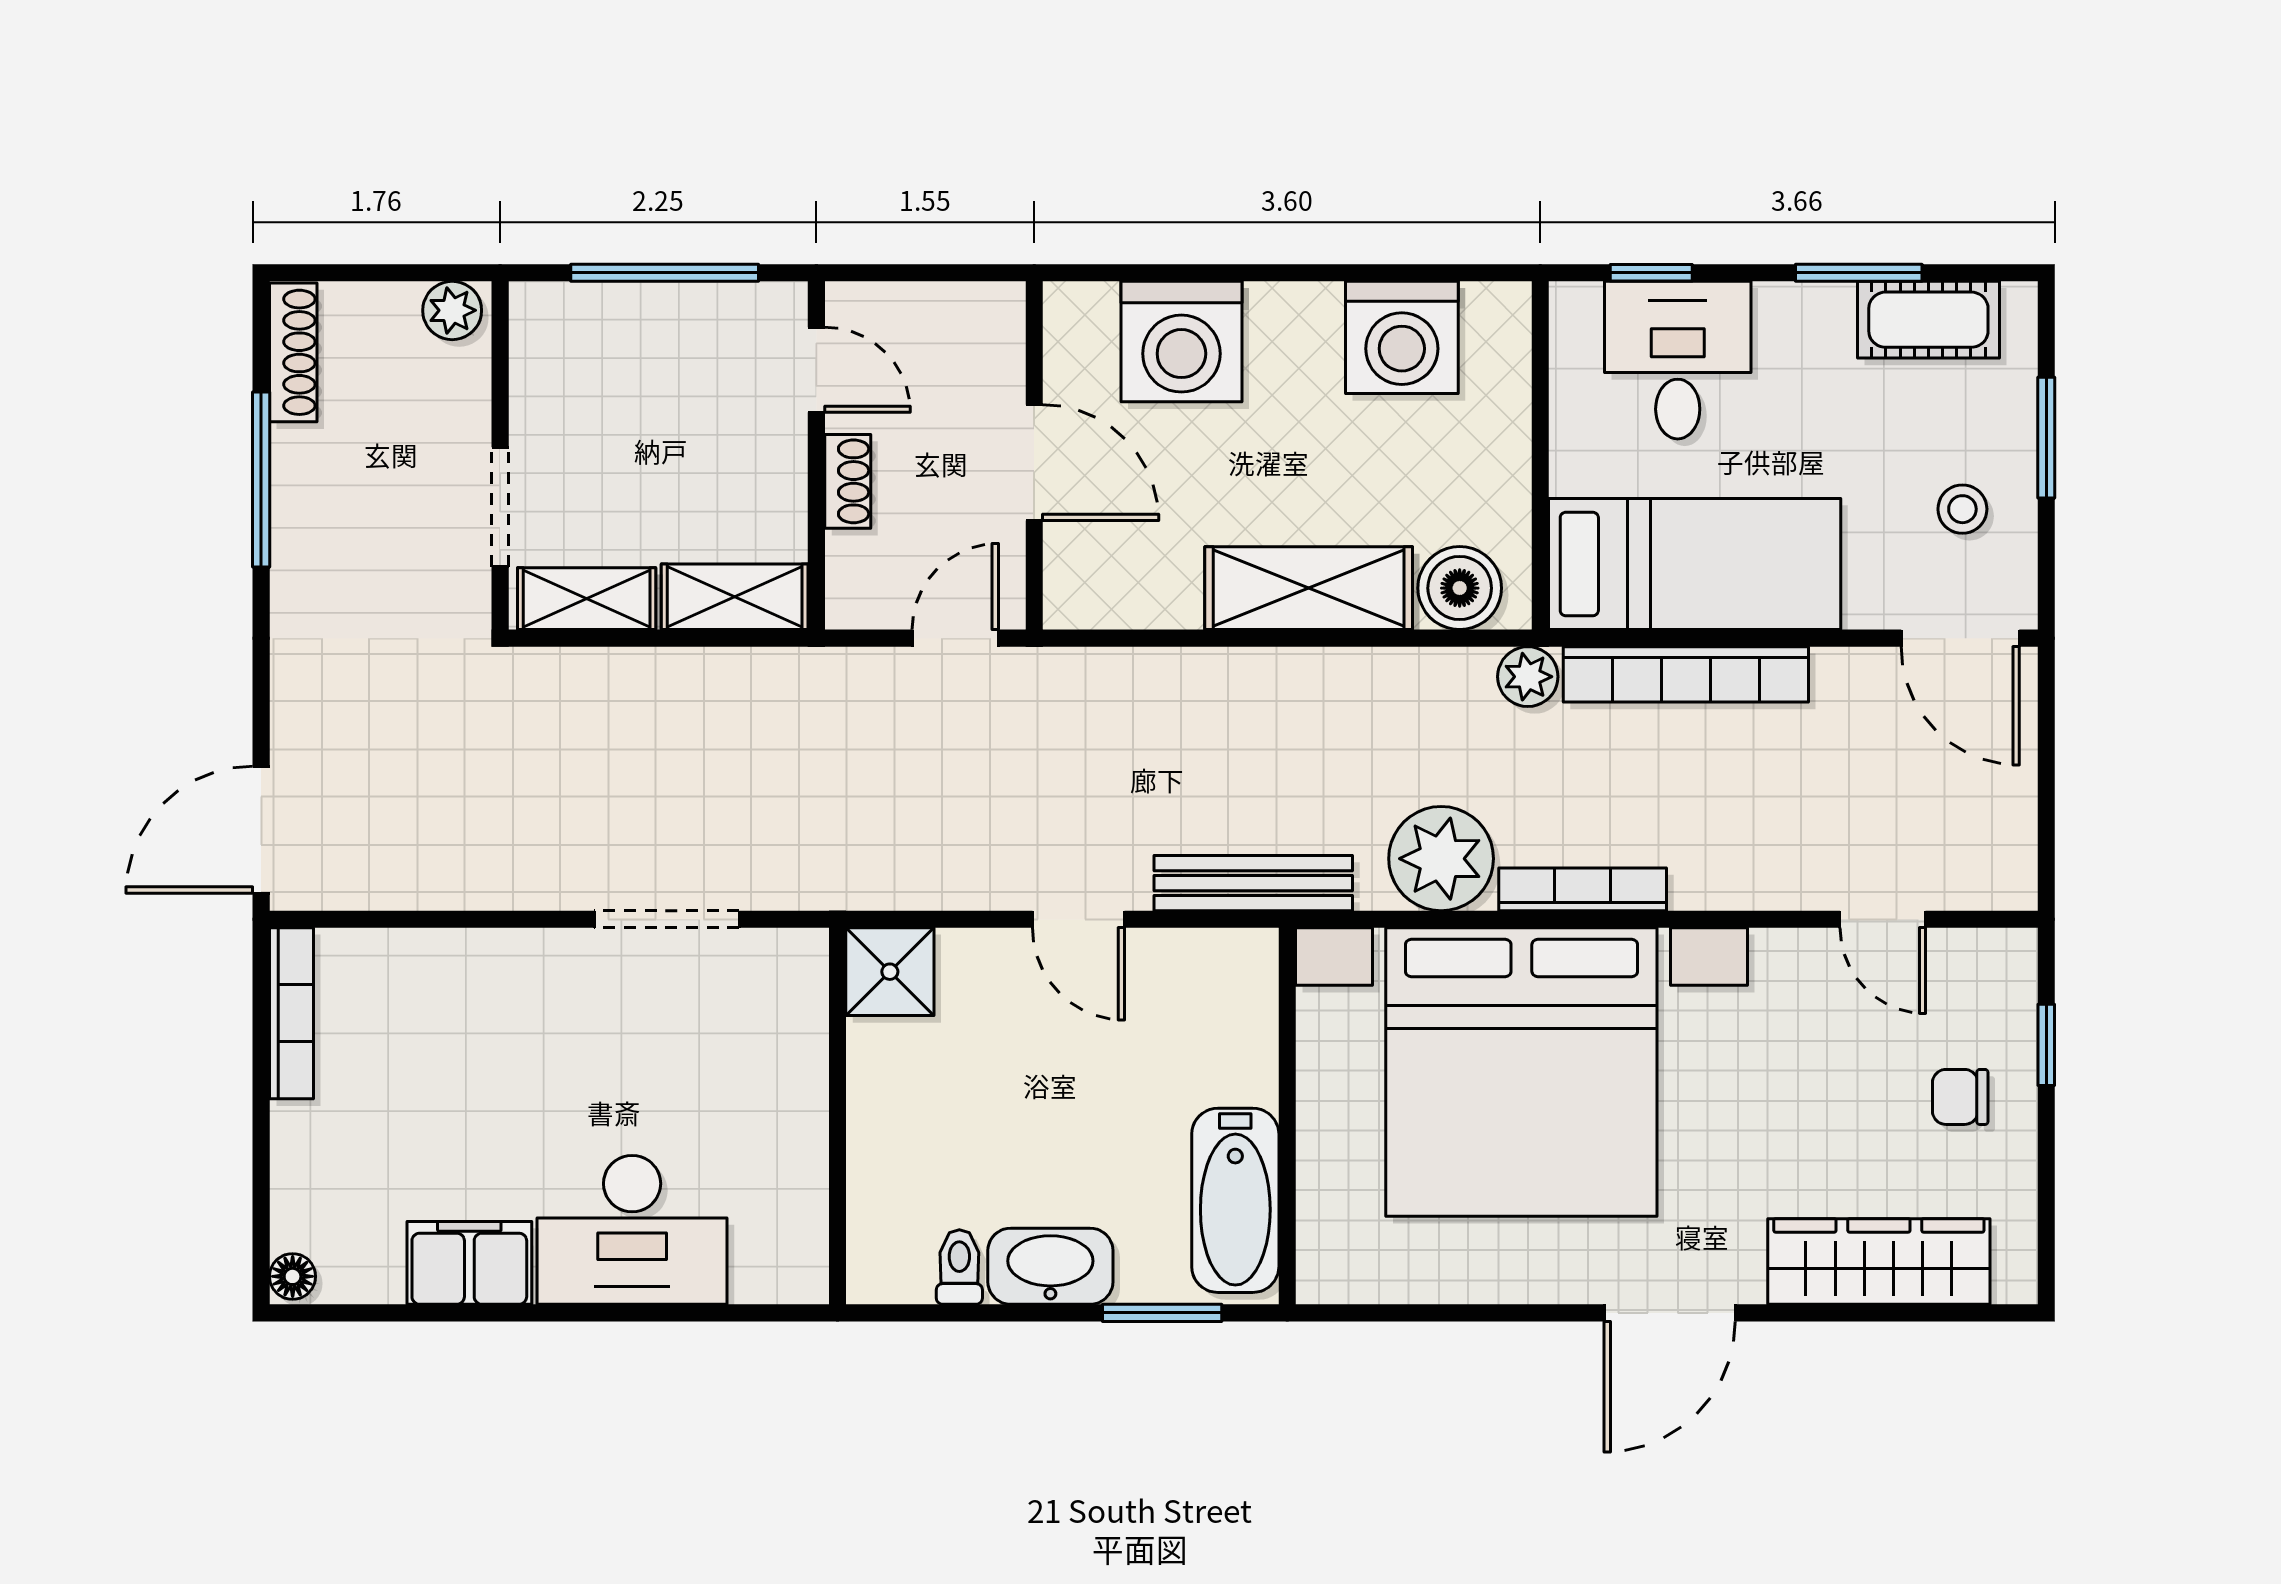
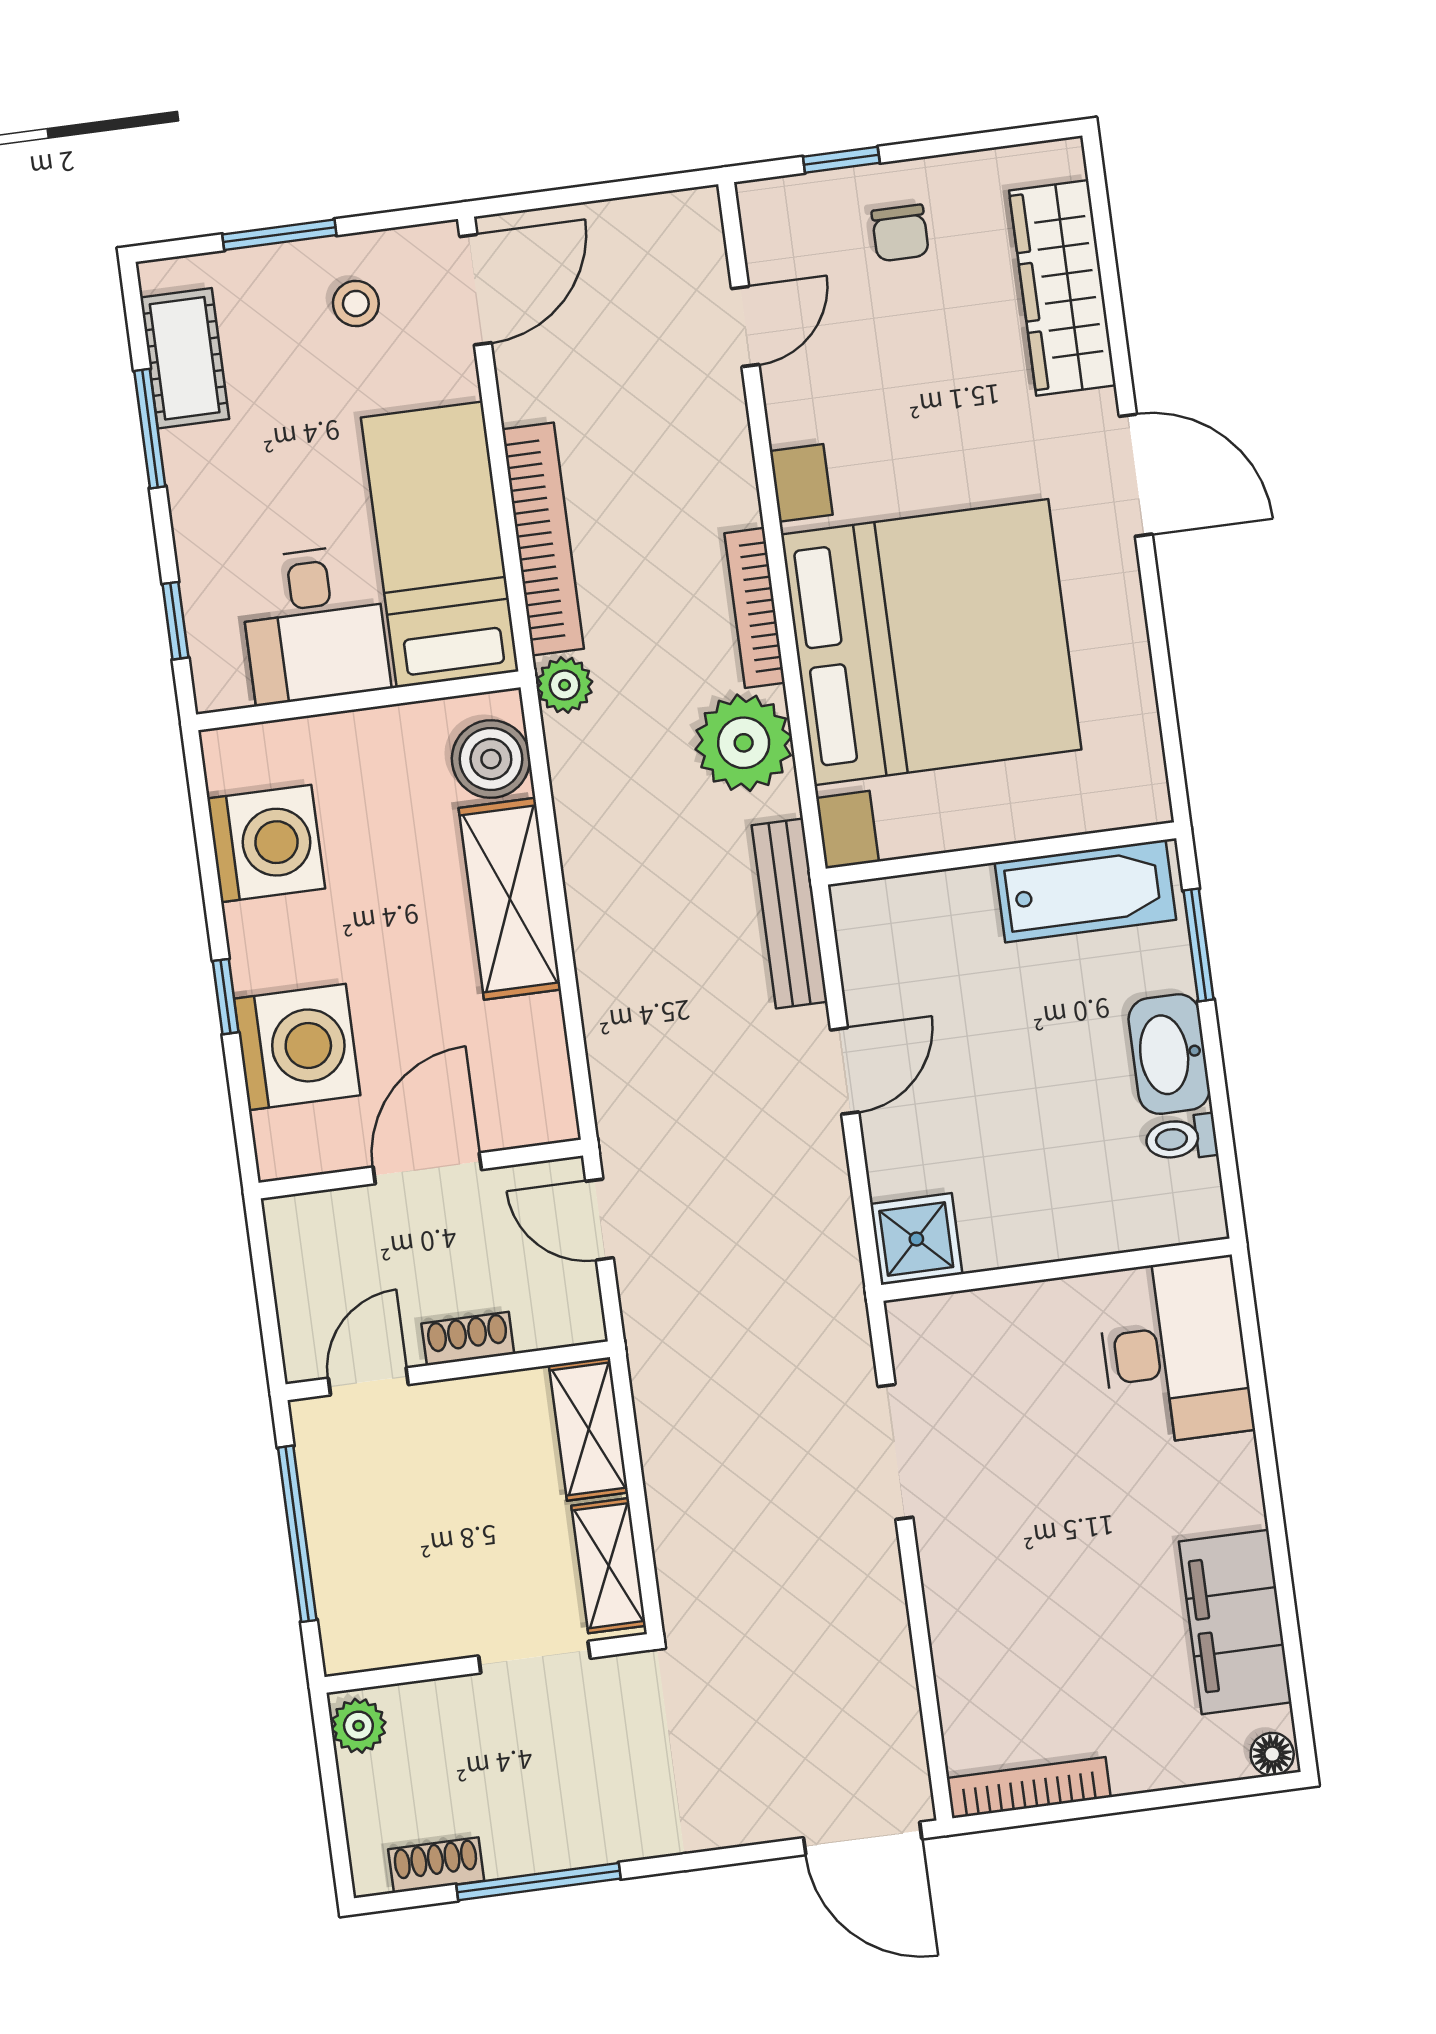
window: (1245, 273) -> (226, 997), added
shoe rack: (293, 352) -> (436, 1865), width x0.70
desk: (1678, 360) -> (314, 624), moved, turned -90
desk: (632, 1230) -> (1174, 1351), moved
filing cabinet: (469, 1263) -> (1235, 1622), width x1.50, depth x1.17

